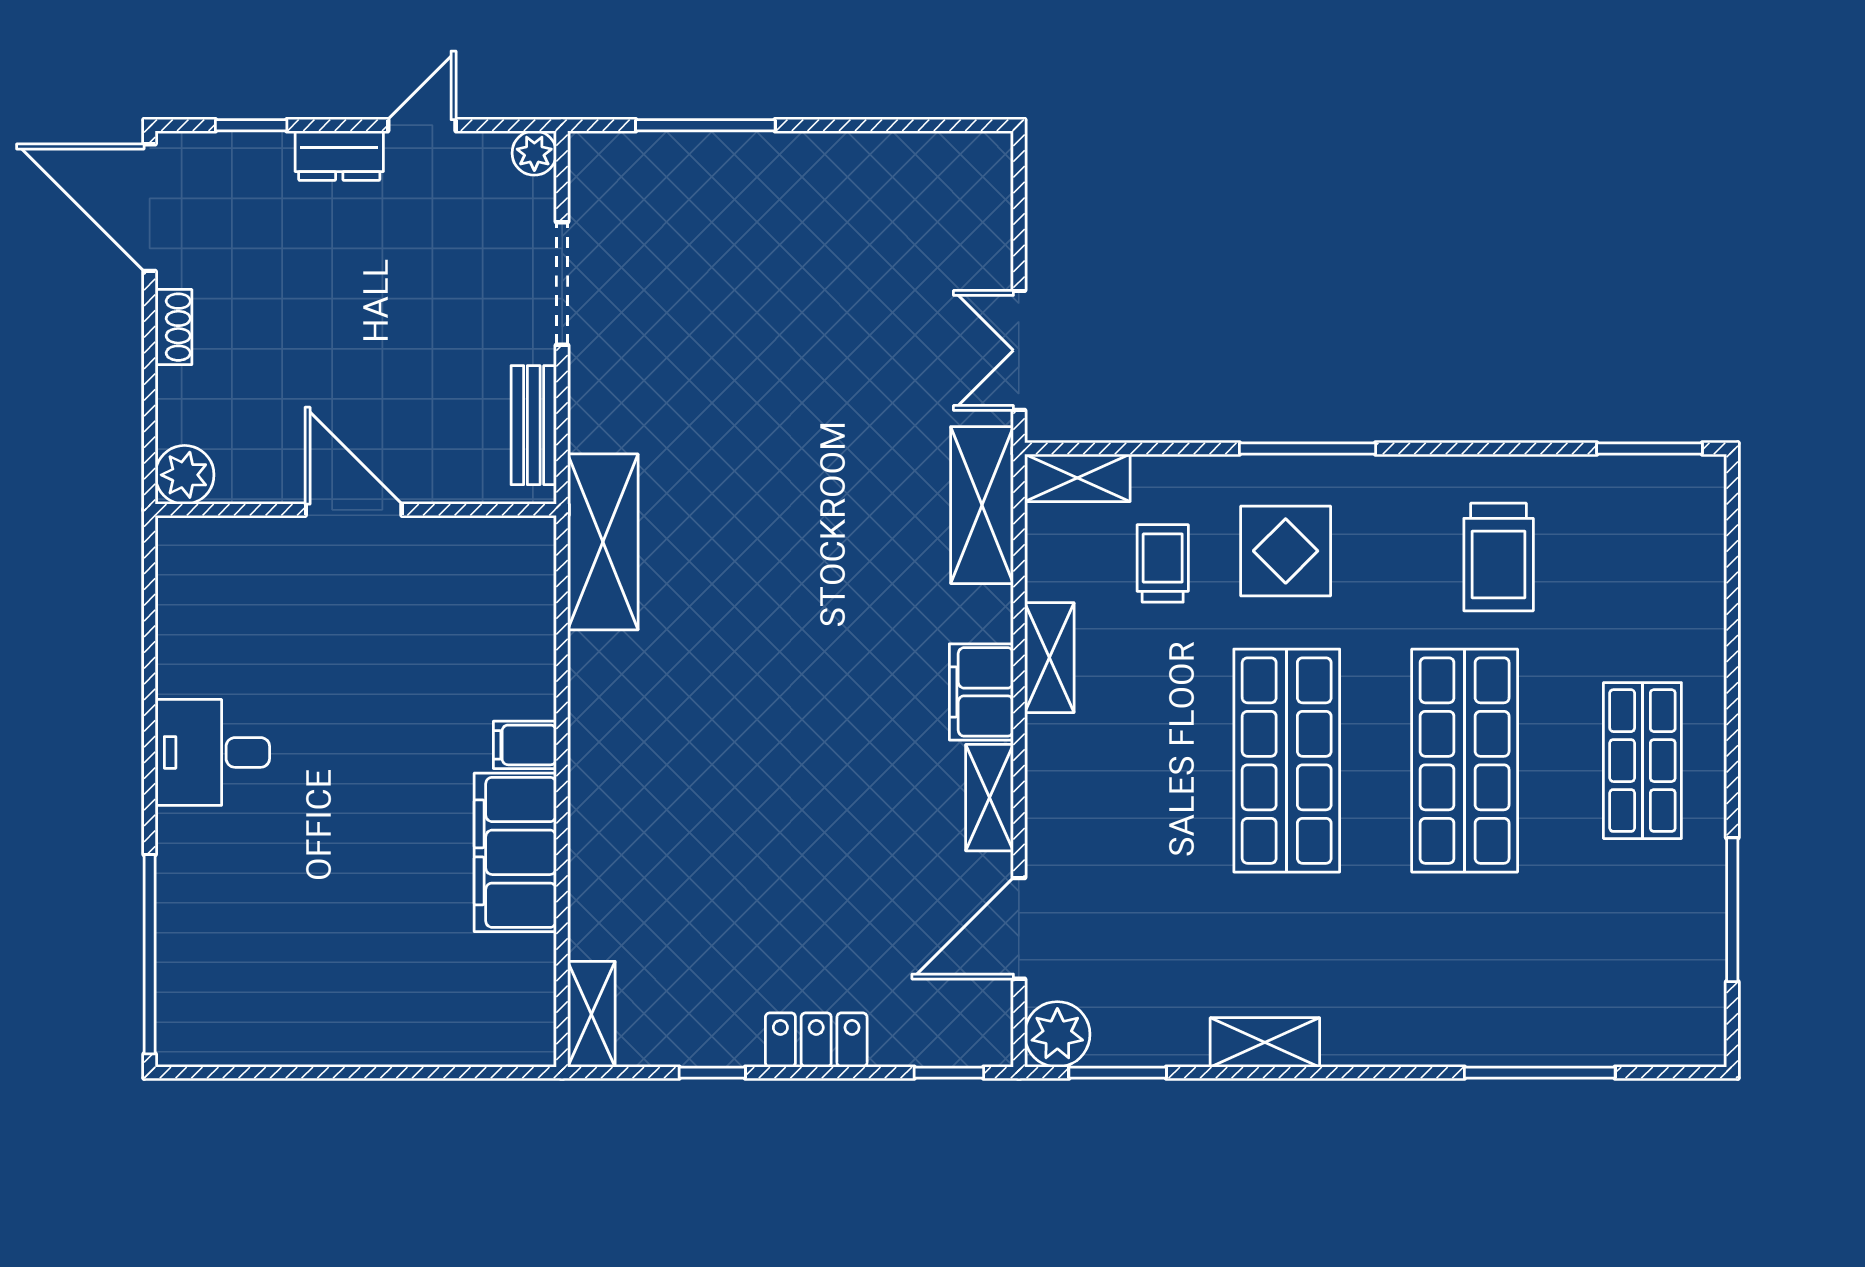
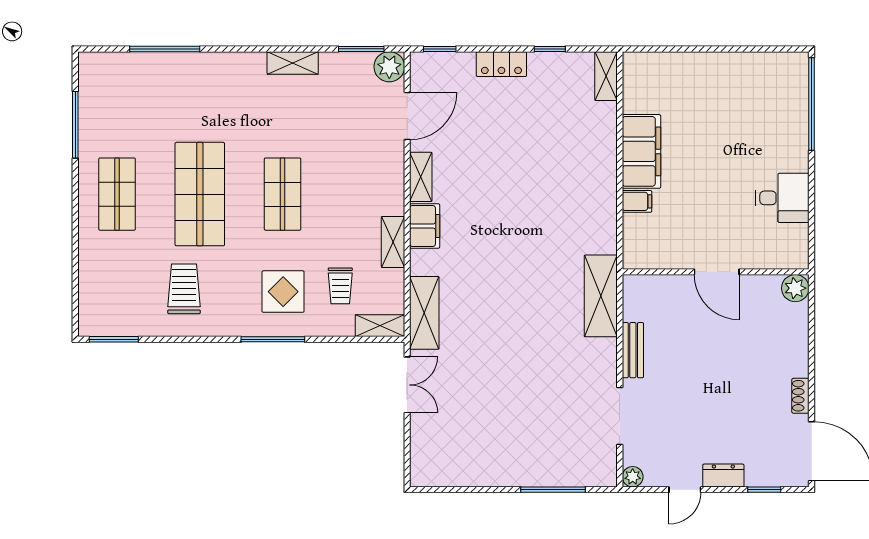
plant: (185, 475) -> (795, 288), moved
door: (354, 510) -> (717, 272), moved
wall: (356, 510) -> (716, 272), moved
shop shelf: (1287, 761) -> (283, 194), width x0.70, depth x0.74

